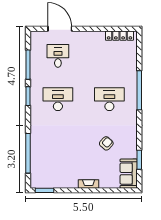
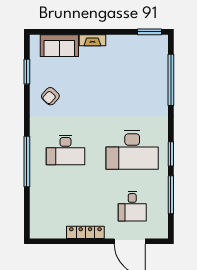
locker: (119, 36) -> (85, 232), moved
desk: (58, 99) -> (132, 150), width x1.36, depth x1.30
armchair: (106, 143) -> (50, 96), moved
sofa: (129, 174) -> (59, 46), moved, turned 90

